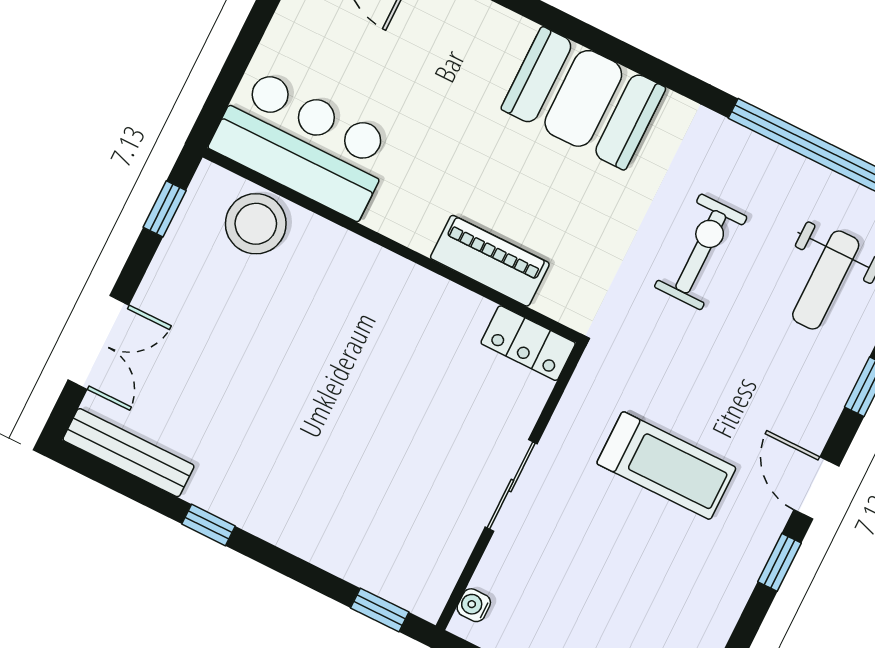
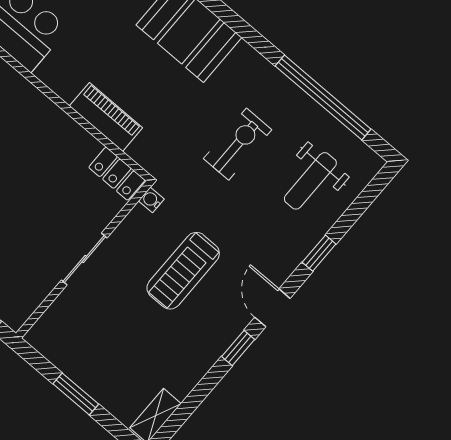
treadmill: (666, 466) -> (183, 271), turned 90
water cooler: (474, 605) -> (151, 200), moved

